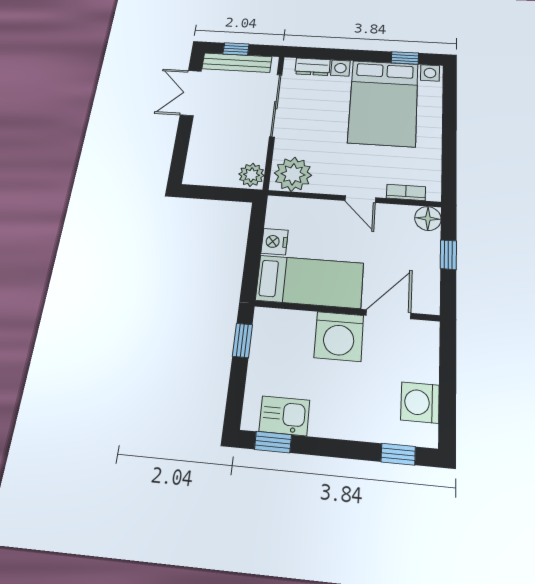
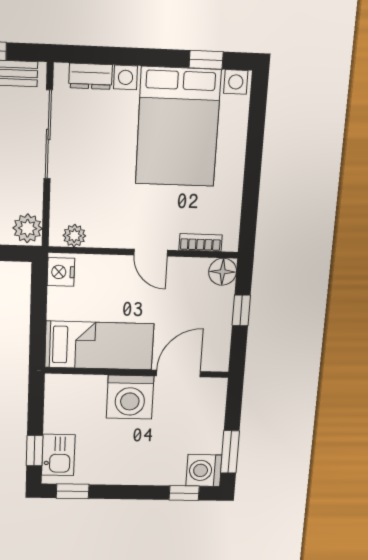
plant: (293, 174) -> (74, 236), width x0.53, depth x0.53
nightstand: (275, 242) -> (61, 272), moved
window: (242, 340) -> (35, 451), moved
washing machine: (420, 402) -> (204, 470), moved
window: (447, 406) -> (230, 452), added
kitchen sink: (284, 416) -> (58, 455), moved, turned 90

